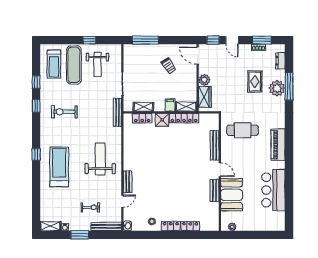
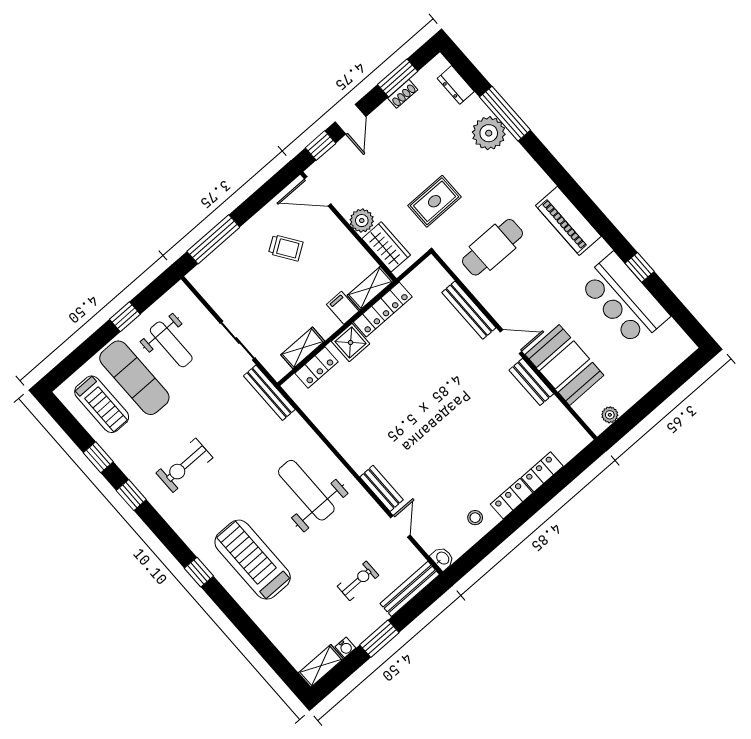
door: (232, 40) -> (350, 119), hinge flipped
rug: (255, 82) -> (435, 201), moved, turned 90
window: (289, 184) -> (640, 267), added

